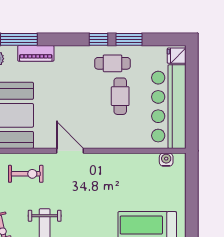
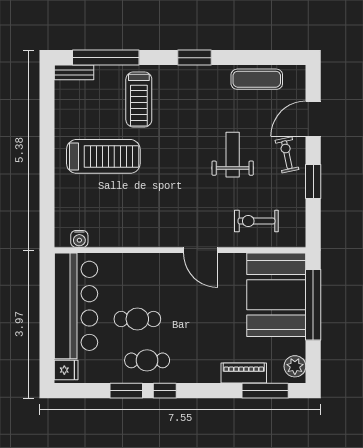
cafe table: (120, 96) -> (137, 319), turned 90

